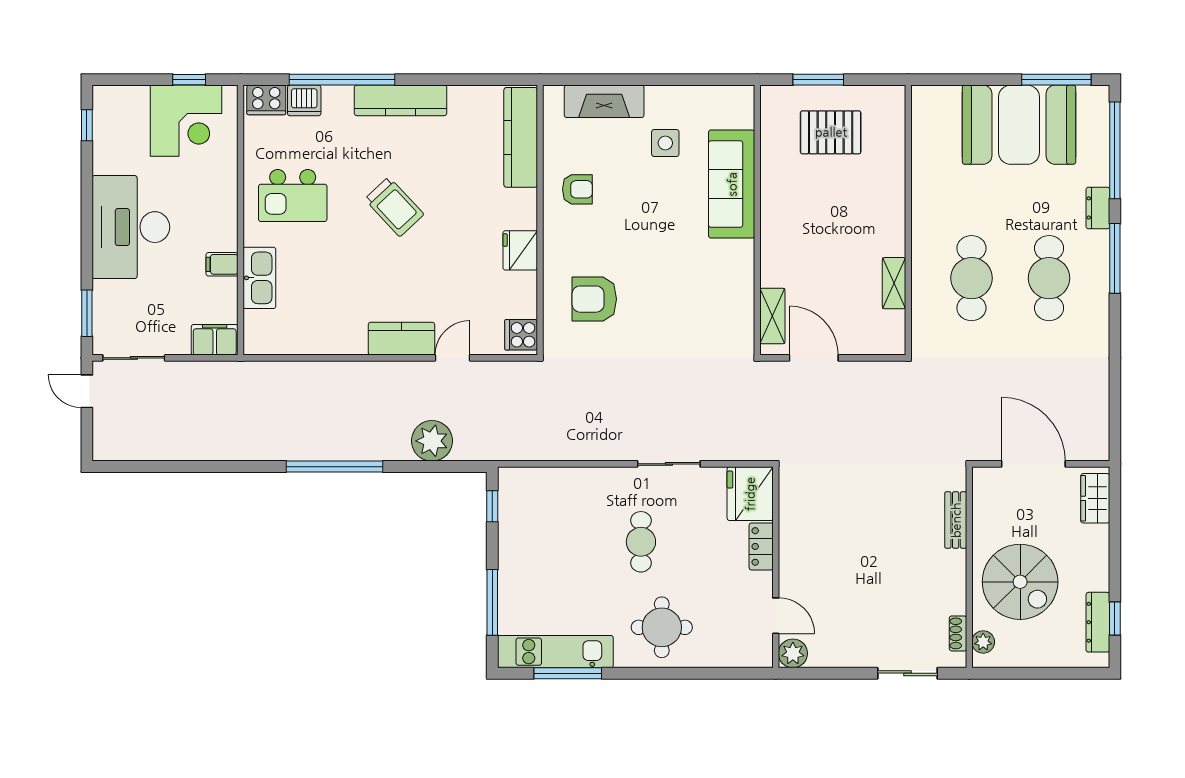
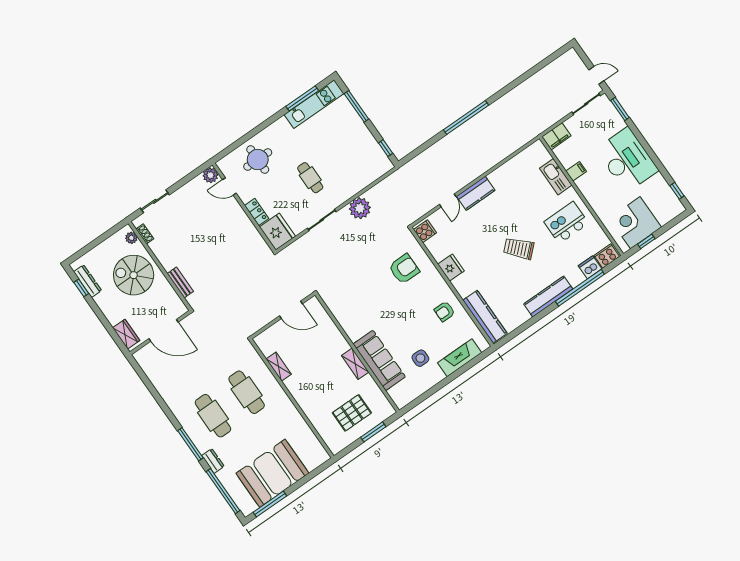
shelving: (772, 316) -> (355, 364), moved
plant: (432, 441) -> (360, 208), moved
round table: (662, 627) -> (258, 160), moved

